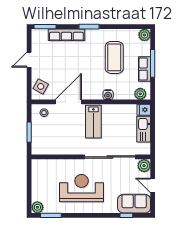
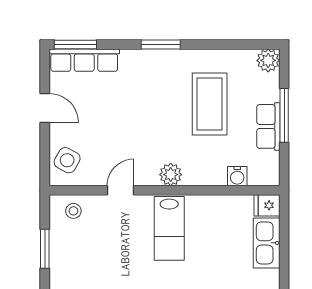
row of seats: (66, 35) -> (84, 60), moved
door: (29, 60) -> (45, 108), swing flipped
plant: (140, 94) -> (171, 175), moved
water cooler: (108, 95) -> (237, 176), moved
door: (68, 102) -> (121, 190), width x0.53

